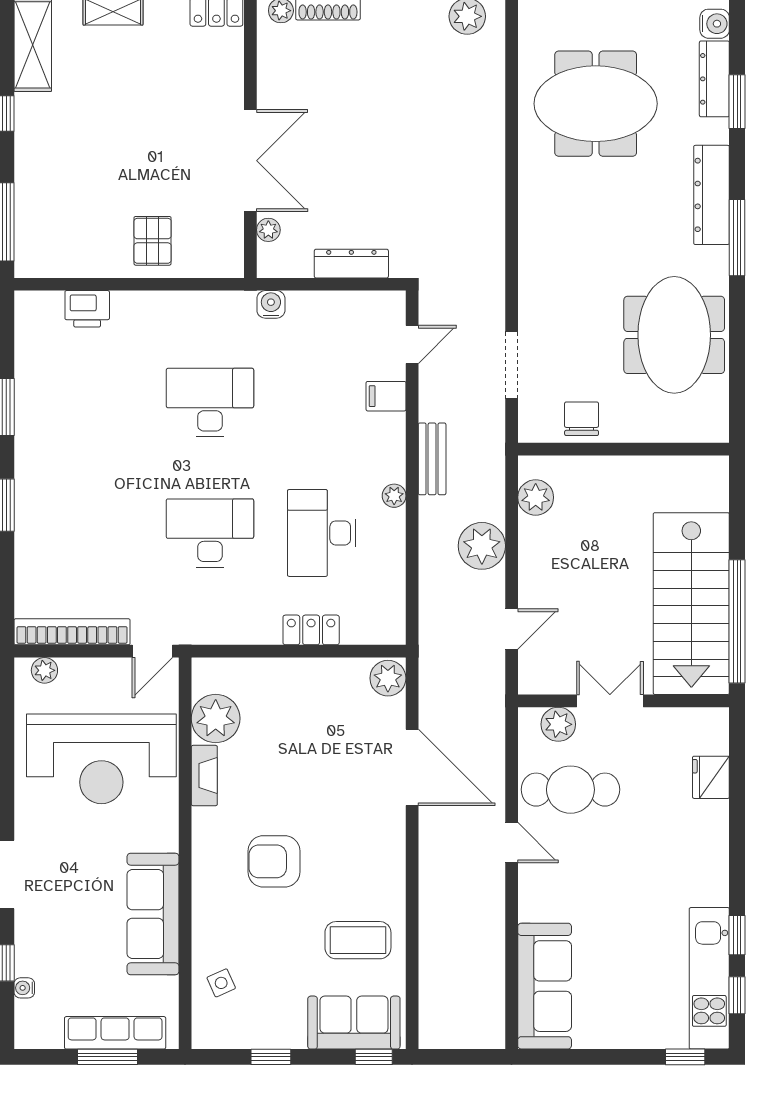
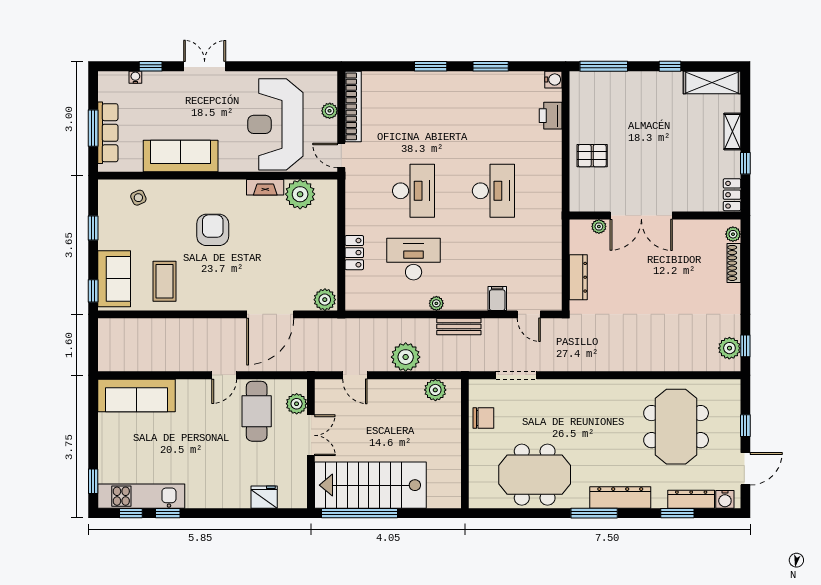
water cooler: (271, 304) -> (553, 80), moved
plant: (44, 670) -> (330, 111), moved

